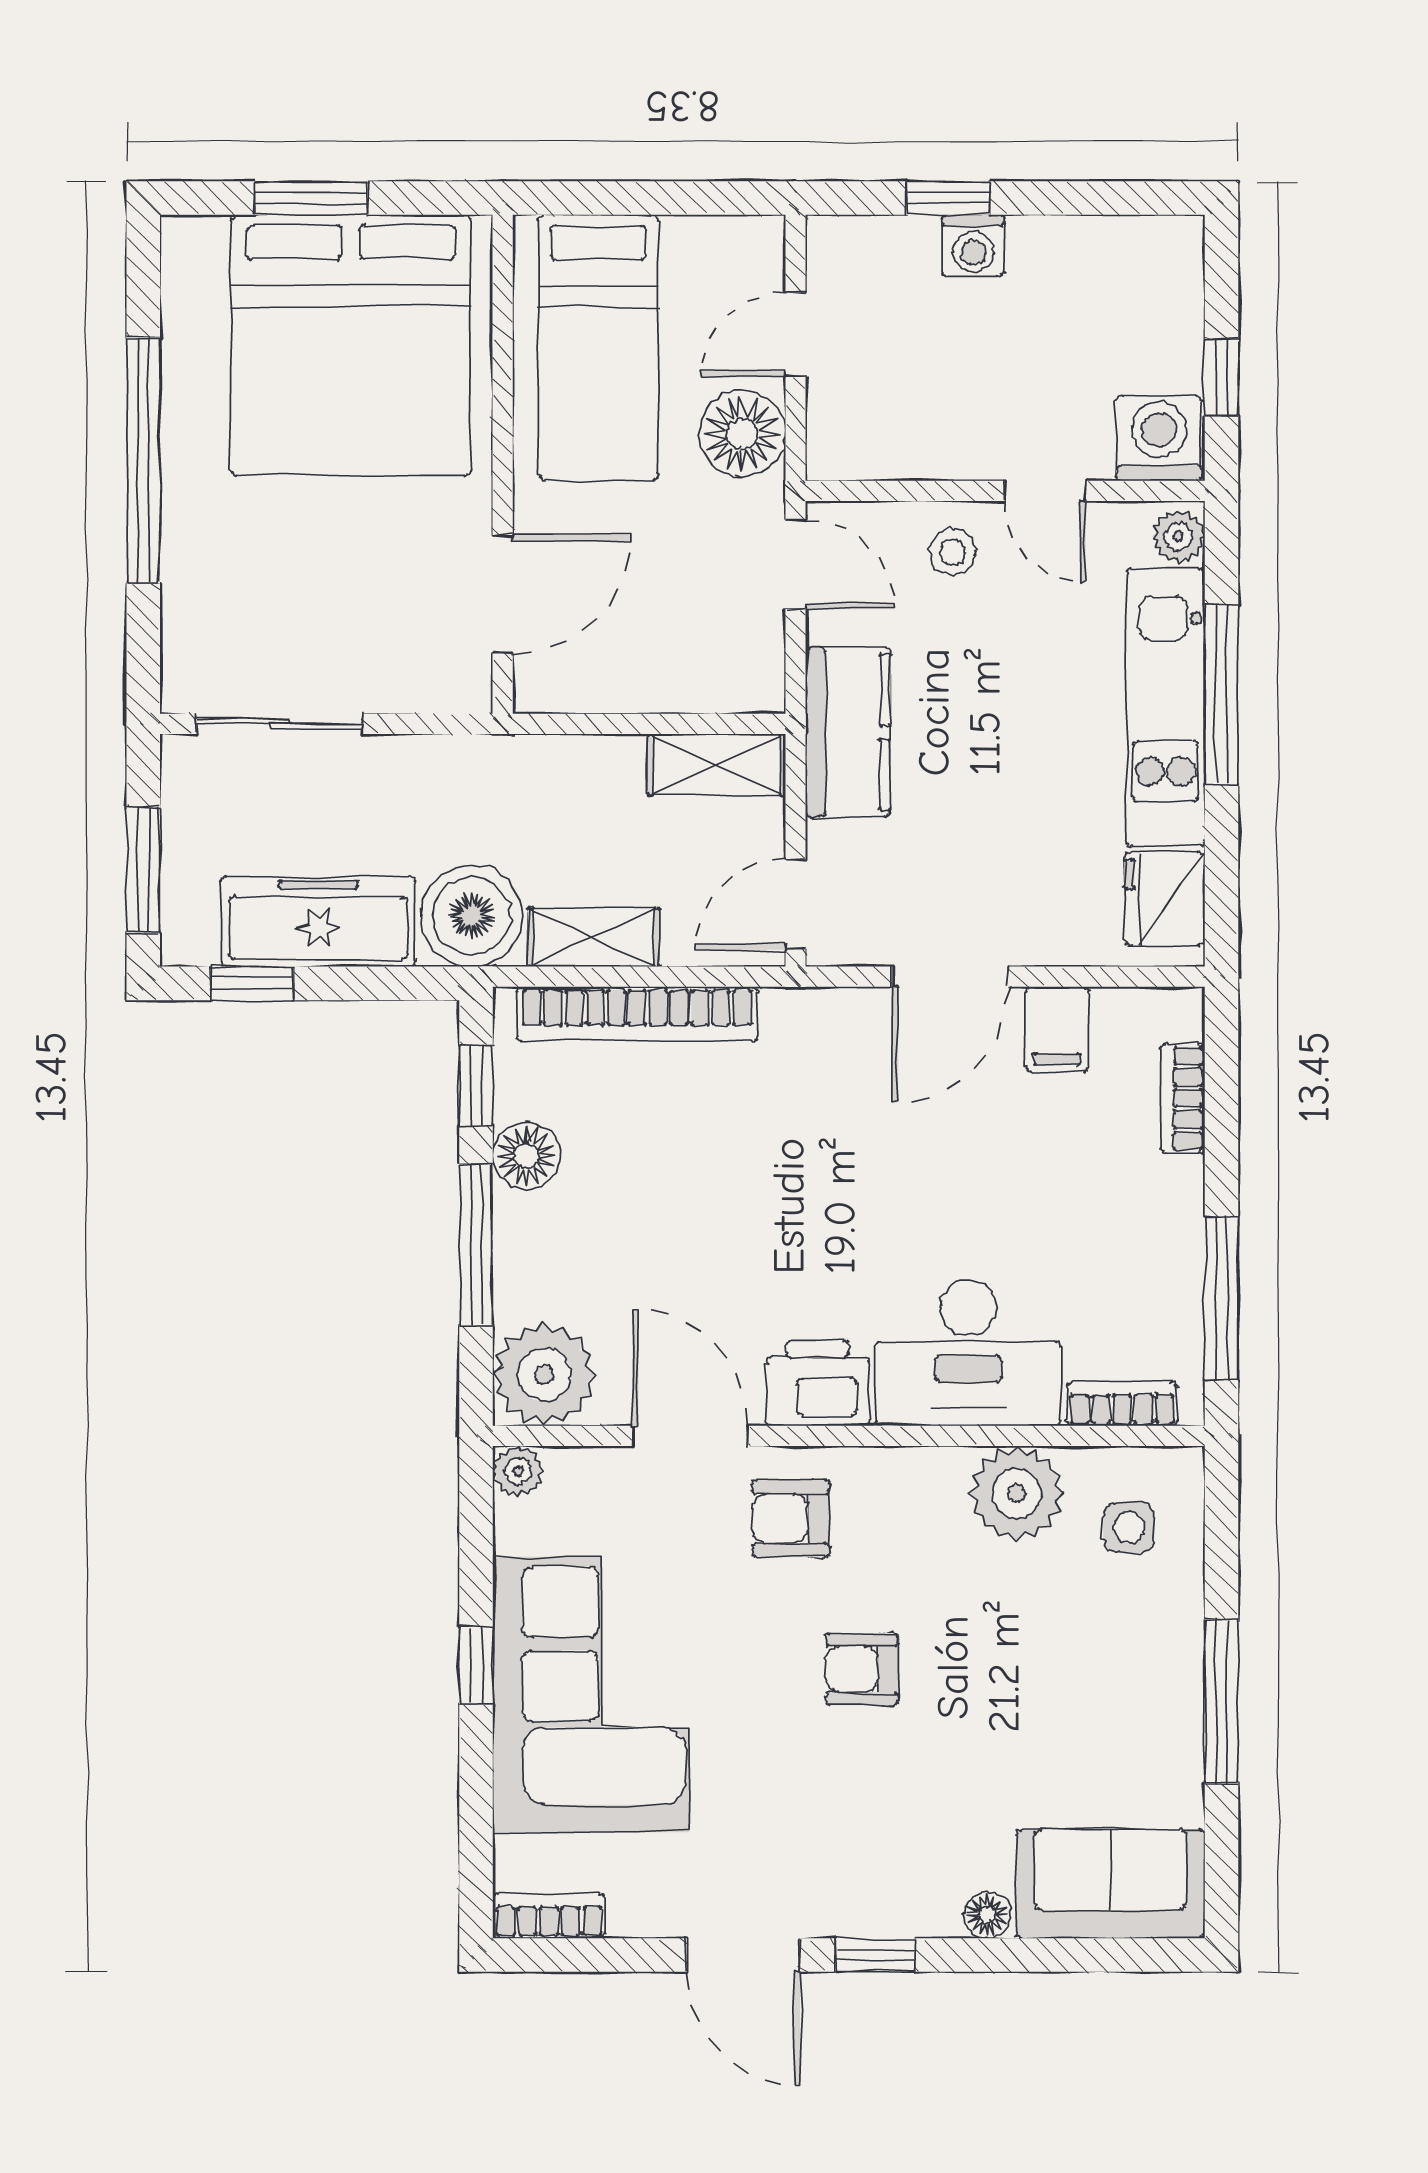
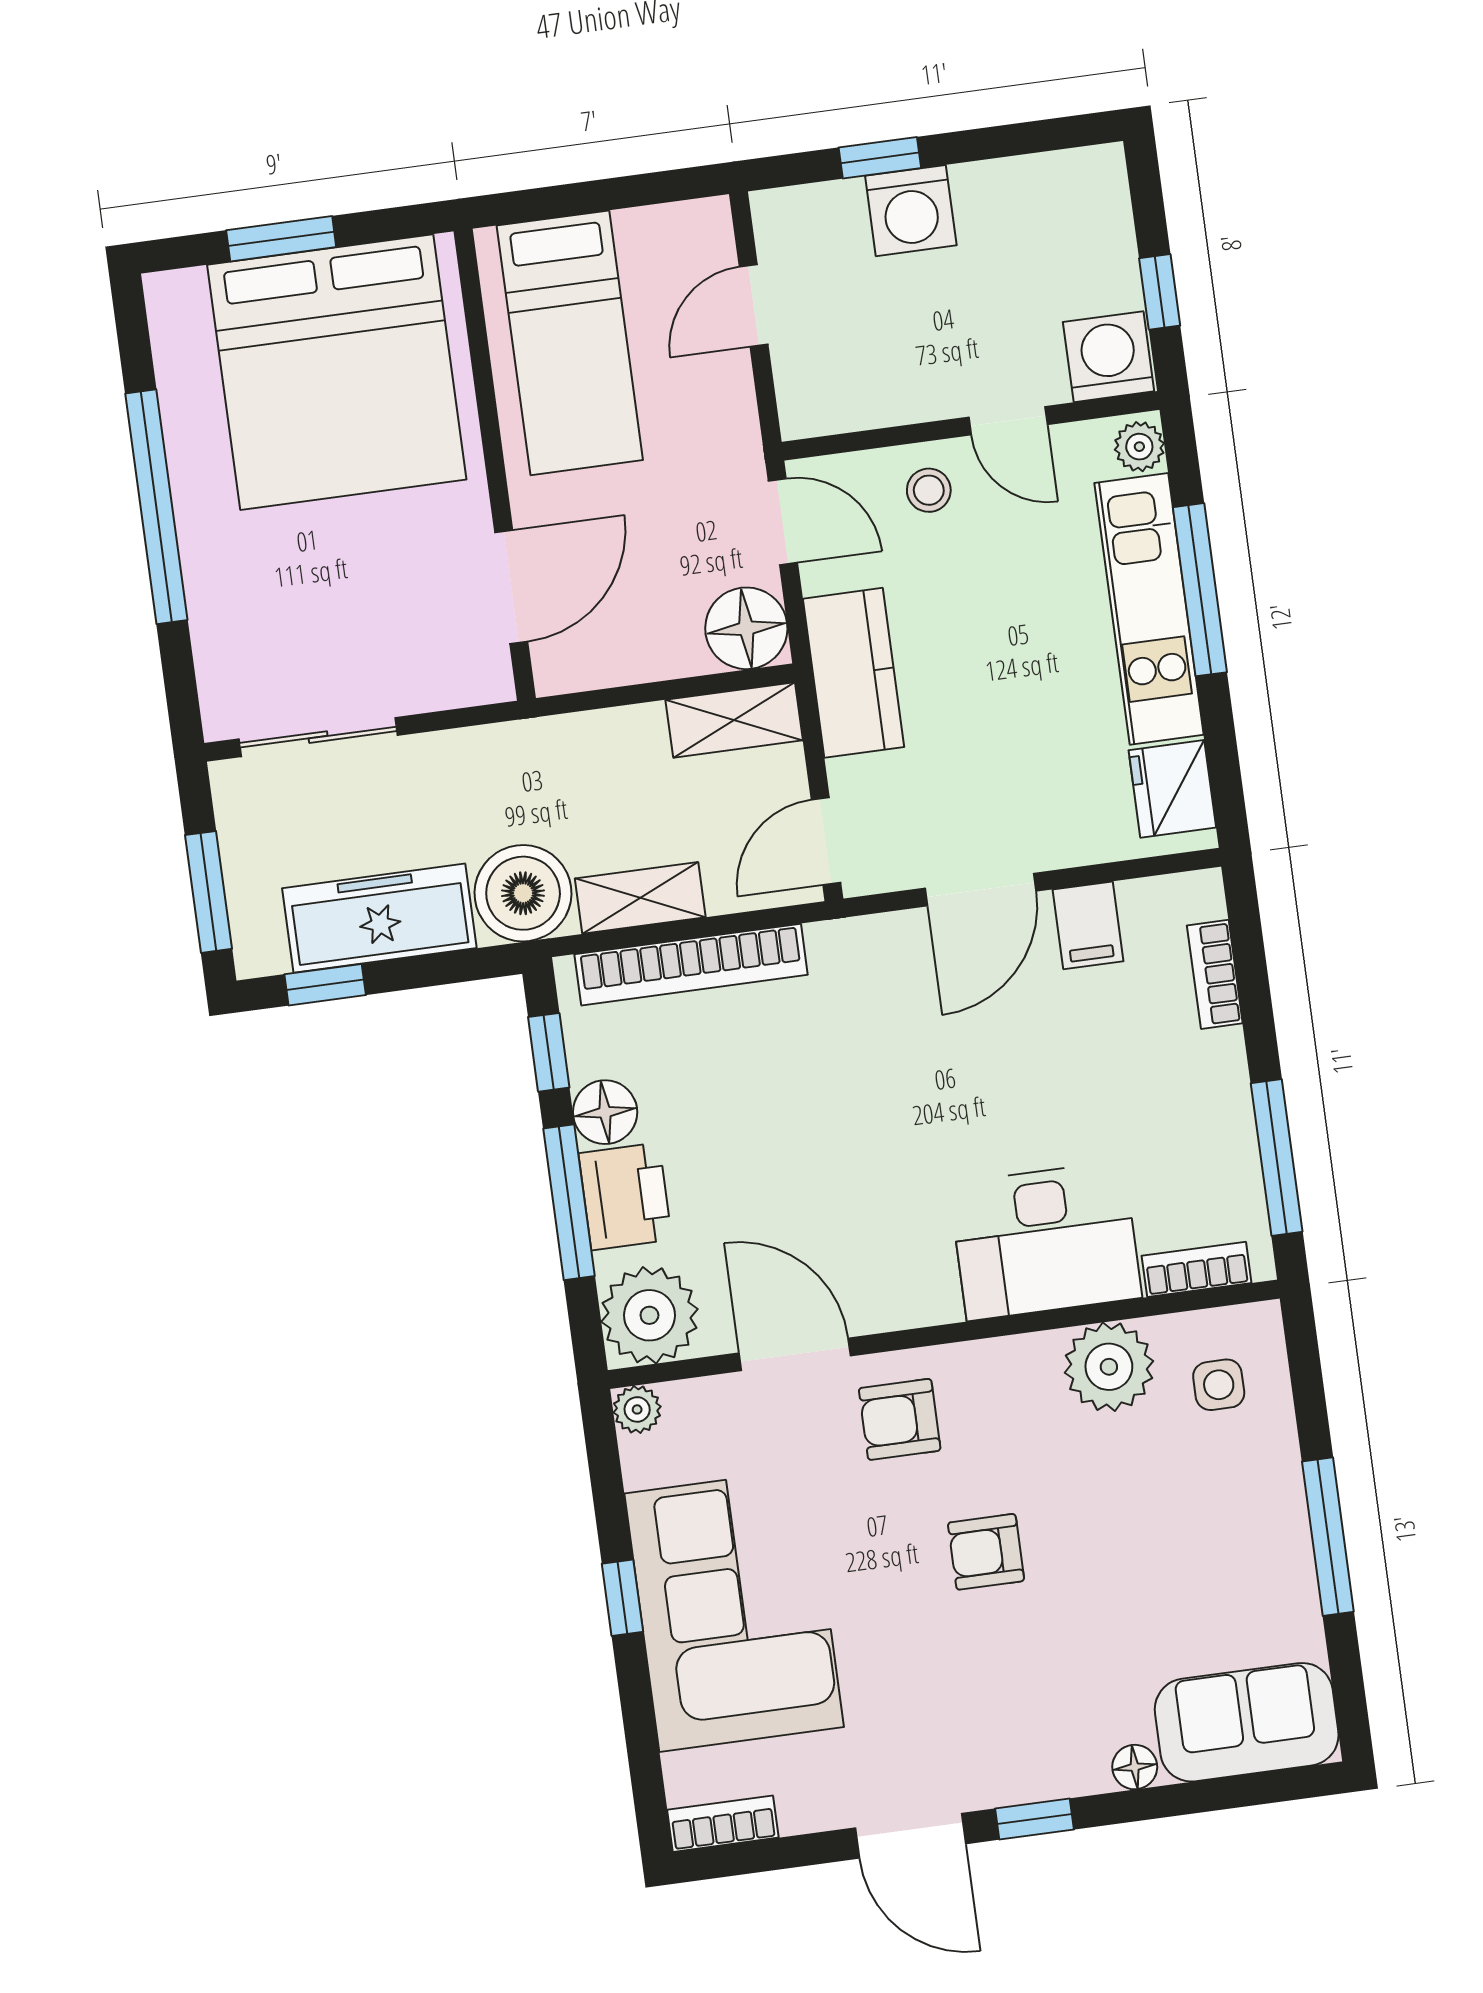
washing machine: (973, 246) -> (911, 211), width x1.38, depth x1.38
floor lamp: (742, 434) -> (746, 628), moved
printer: (818, 1383) -> (625, 1196), moved, turned 90

